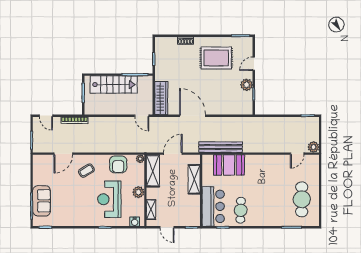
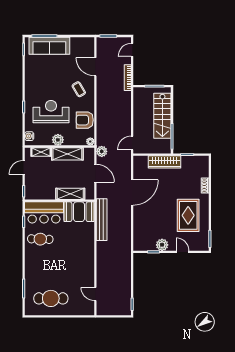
wardrobe: (161, 98) -> (165, 162), moved
plant: (313, 147) -> (102, 151), moved
booth: (229, 165) -> (79, 212), moved, turned 90
shelving: (153, 171) -> (67, 154), moved
sofa: (42, 201) -> (49, 46), width x1.36

